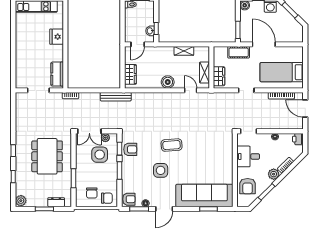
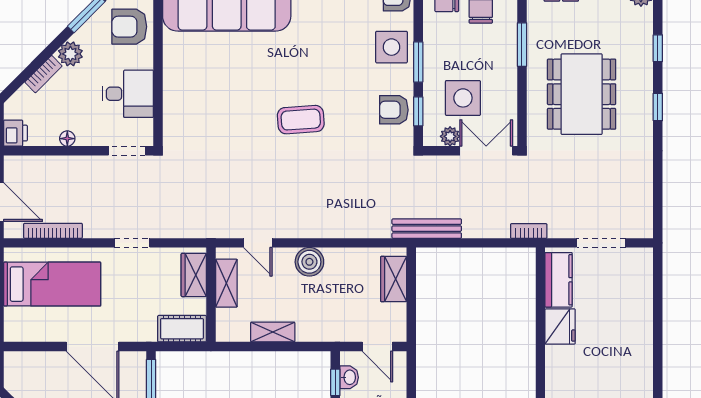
fridge: (57, 37) -> (560, 326), moved
door: (138, 44) -> (377, 347), swing flipped
cot: (239, 52) -> (182, 329), moved
side table: (161, 170) -> (391, 47), moved
armchair: (248, 186) -> (129, 27), turned -90

